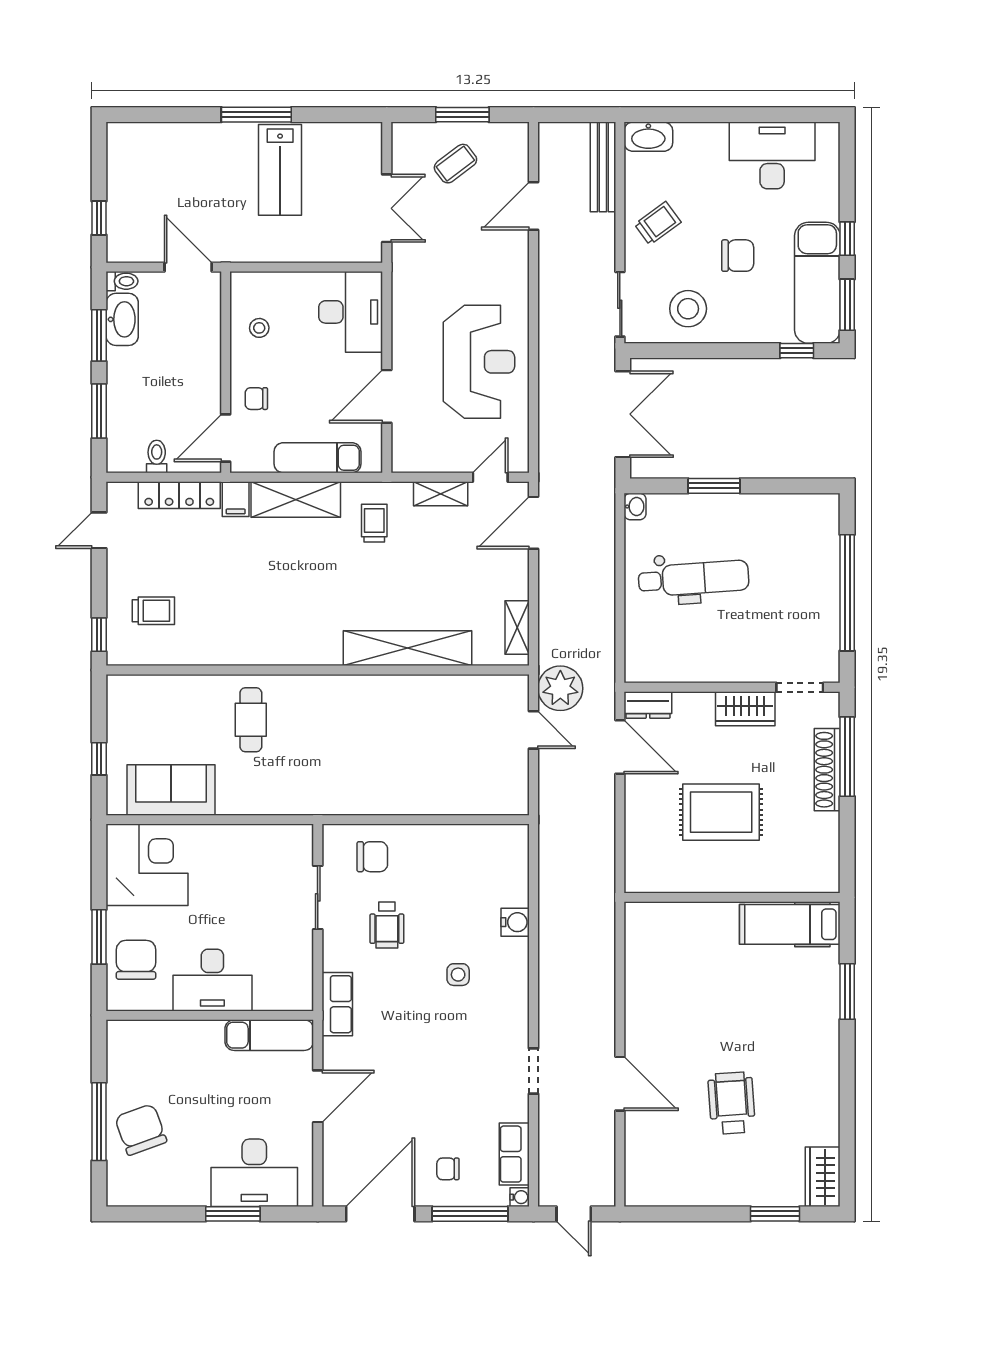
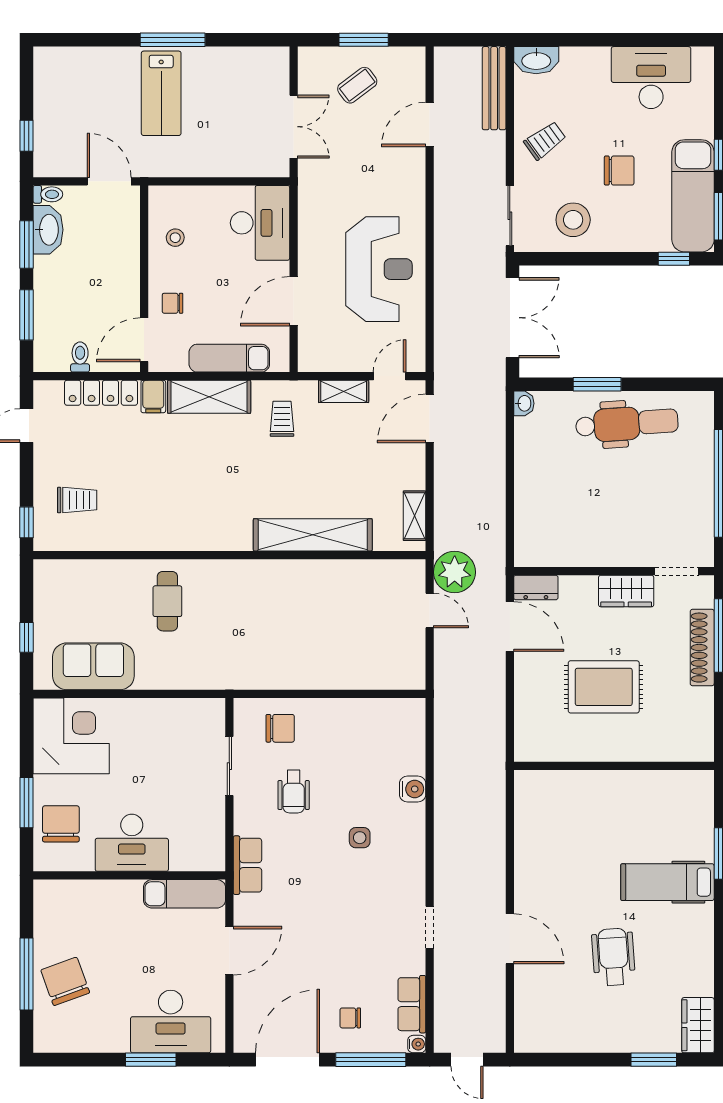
lab bench: (280, 170) -> (161, 93), moved
dental chair: (694, 578) -> (627, 424), moved
hospital bed: (790, 924) -> (667, 882), moved

